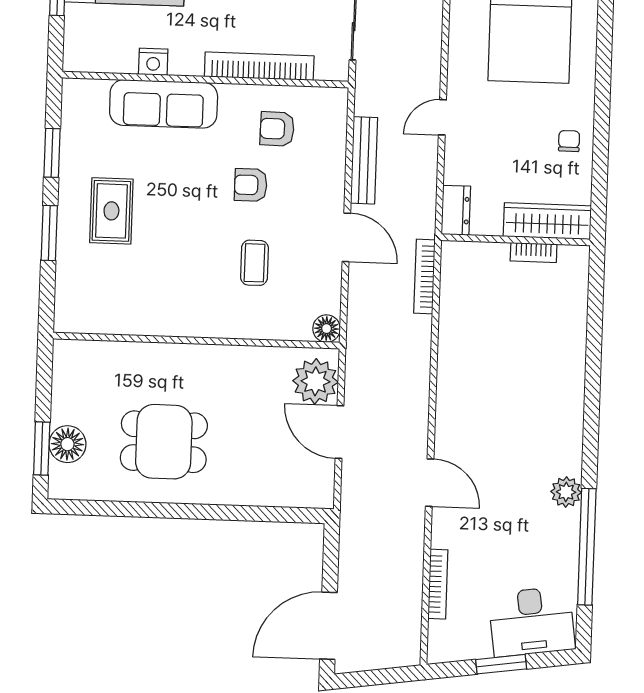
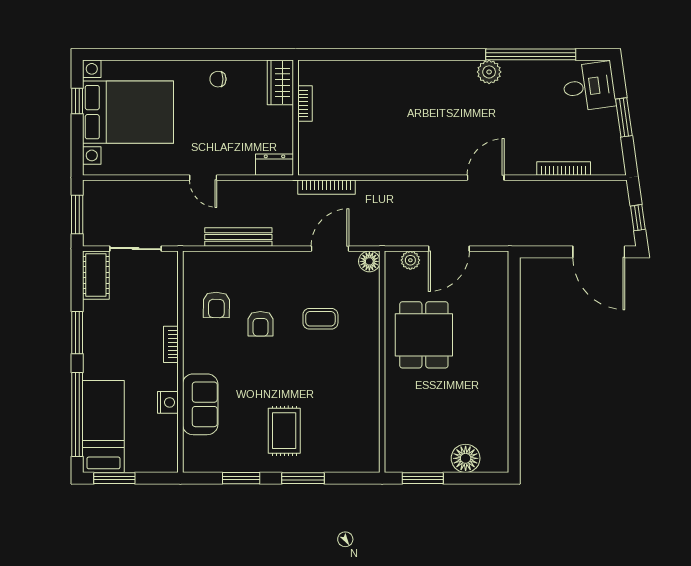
bookcase: (259, 66) -> (171, 344), width x0.43, depth x0.76
sofa: (164, 104) -> (200, 404), width x0.73
rug: (111, 211) -> (284, 431), turned 90
wardrobe: (547, 221) -> (280, 82), width x0.67
door: (346, 237) -> (330, 249), moved
plant: (315, 381) -> (410, 260), width x0.53, depth x0.53
dining table: (164, 442) -> (424, 335), moved
window: (42, 449) -> (423, 478), moved
desk: (532, 622) -> (589, 87), width x0.73
window: (371, 678) -> (638, 218), added

